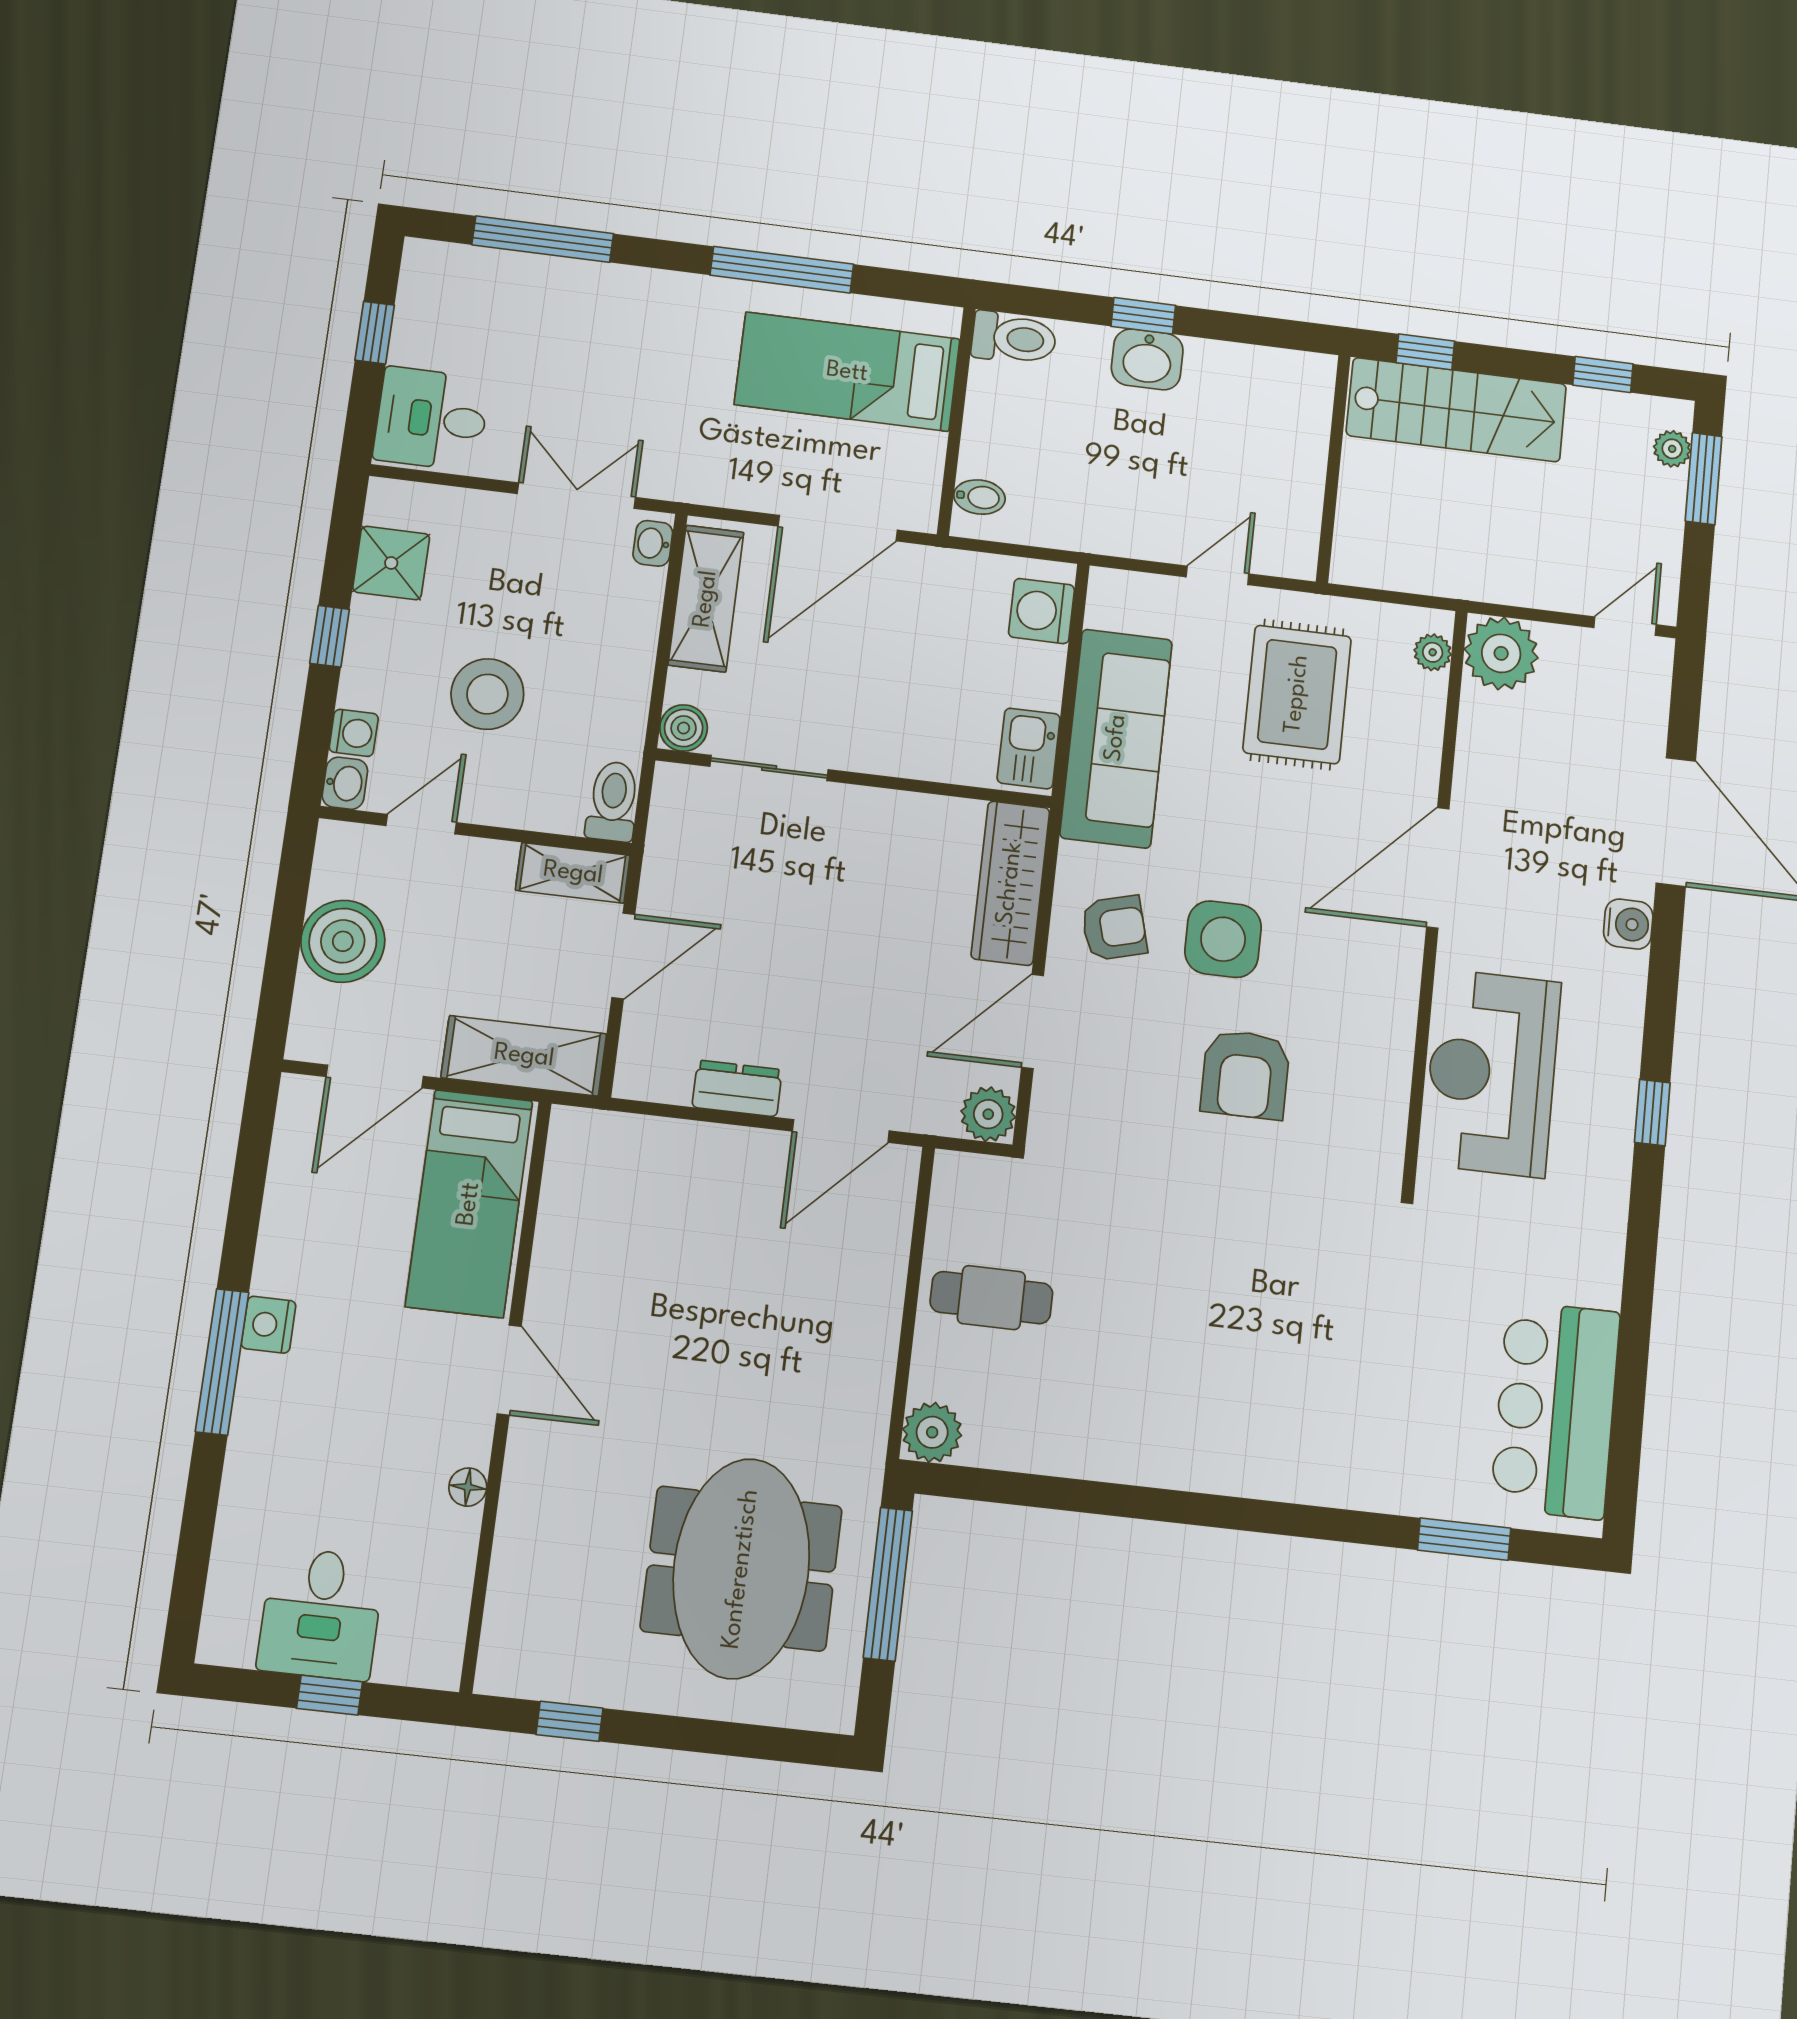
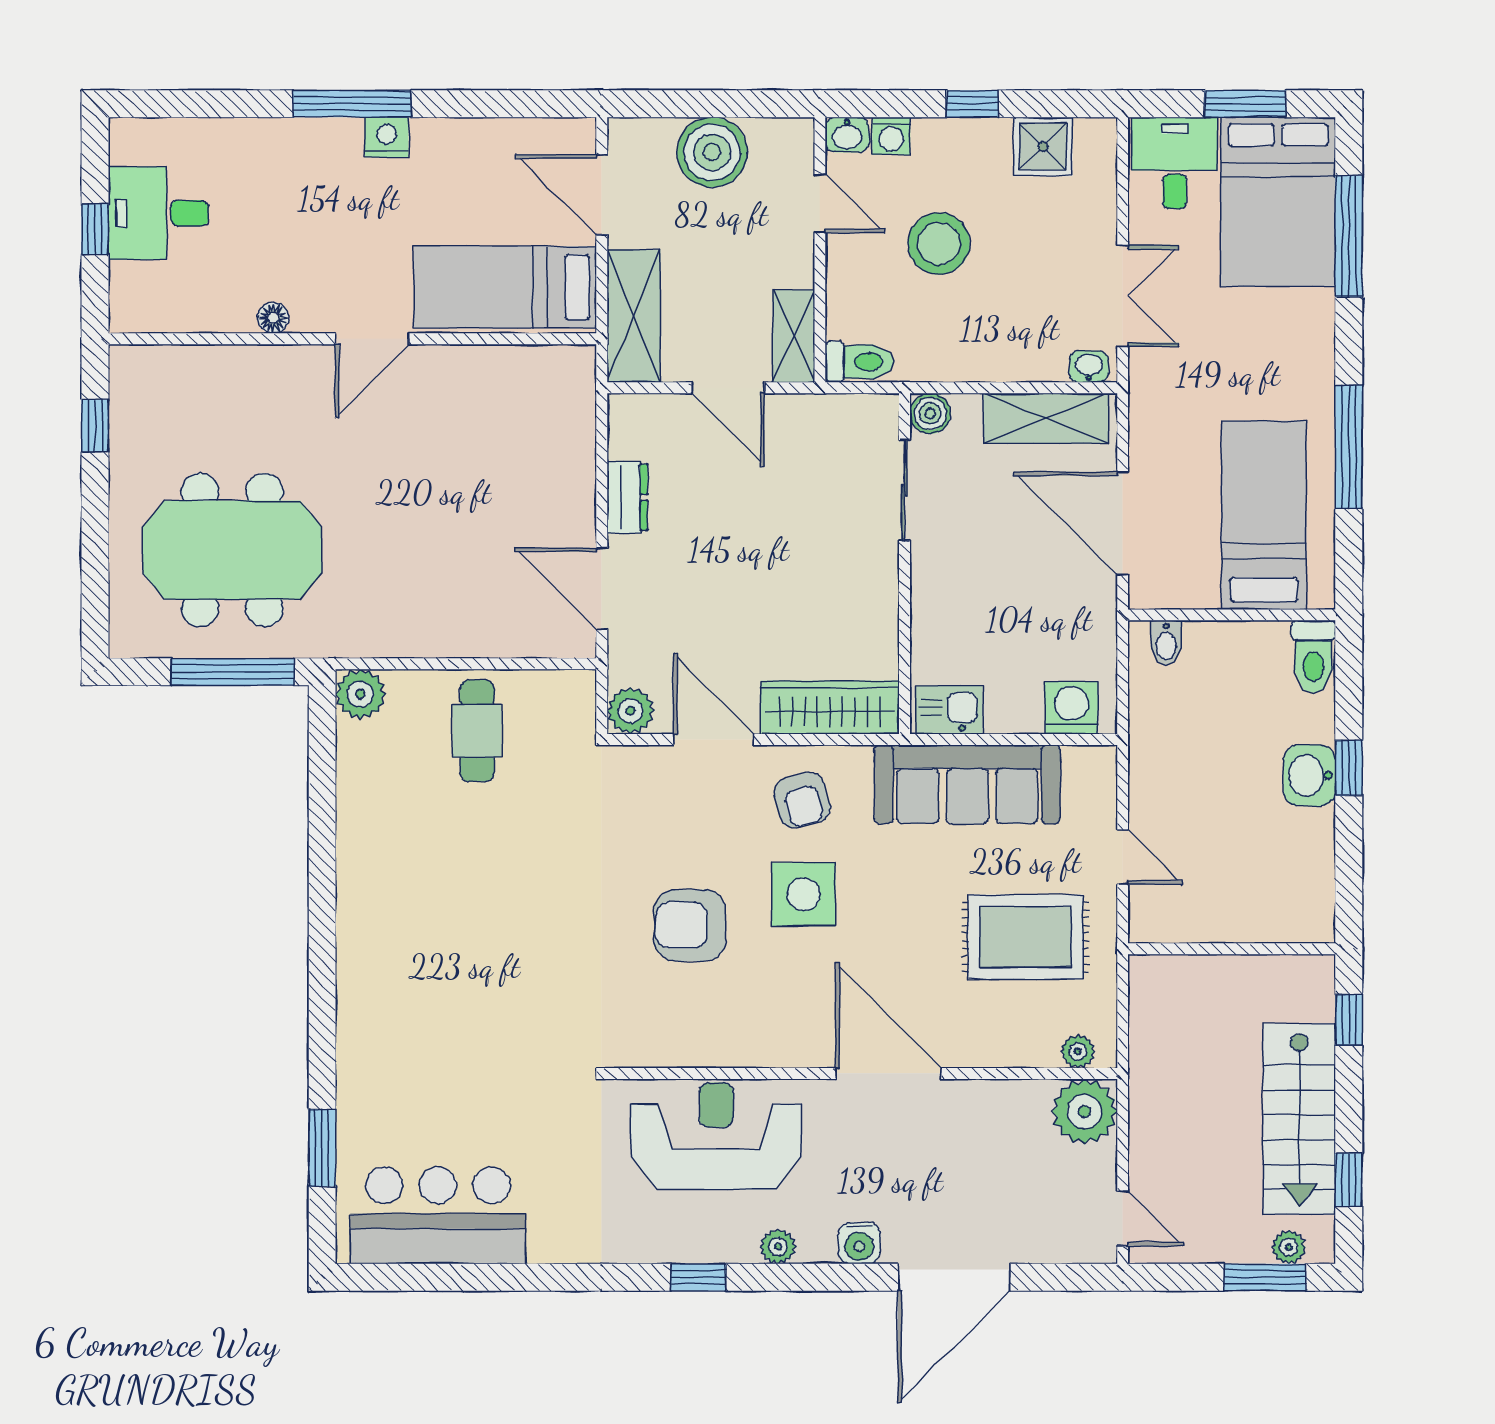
bed: (492, 311) -> (1278, 202), added
window: (375, 333) -> (1245, 104), width x1.50
stairs: (1456, 410) -> (1299, 1119), moved
plant: (1625, 1017) -> (778, 1247), added

